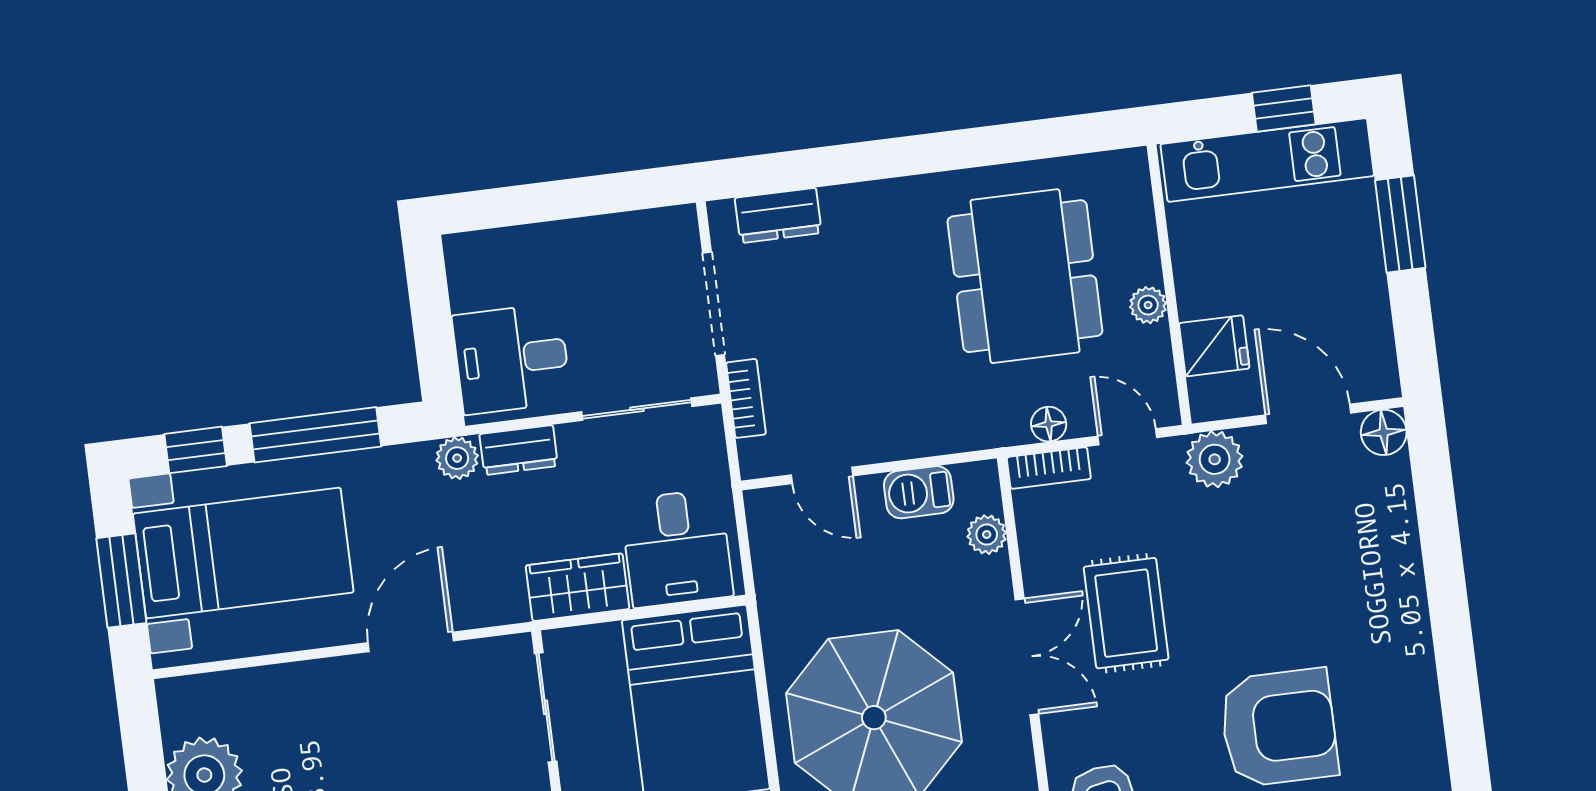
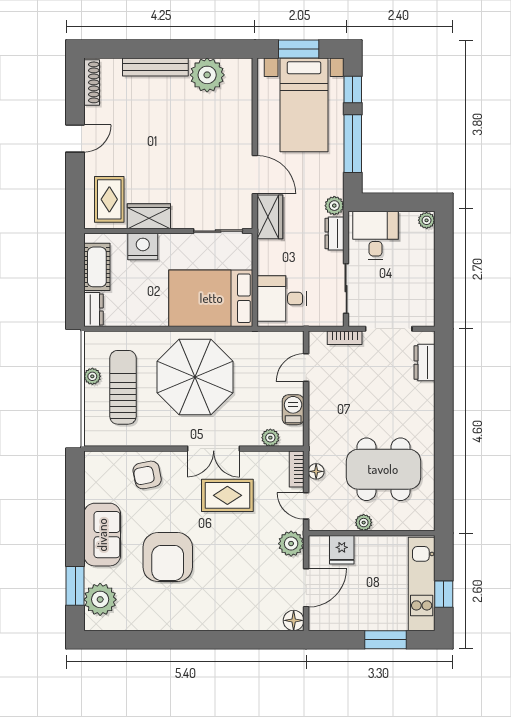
plant: (464, 251) -> (427, 220), added
door: (1127, 437) -> (306, 506), swing flipped
wardrobe: (578, 587) -> (270, 217), moved

